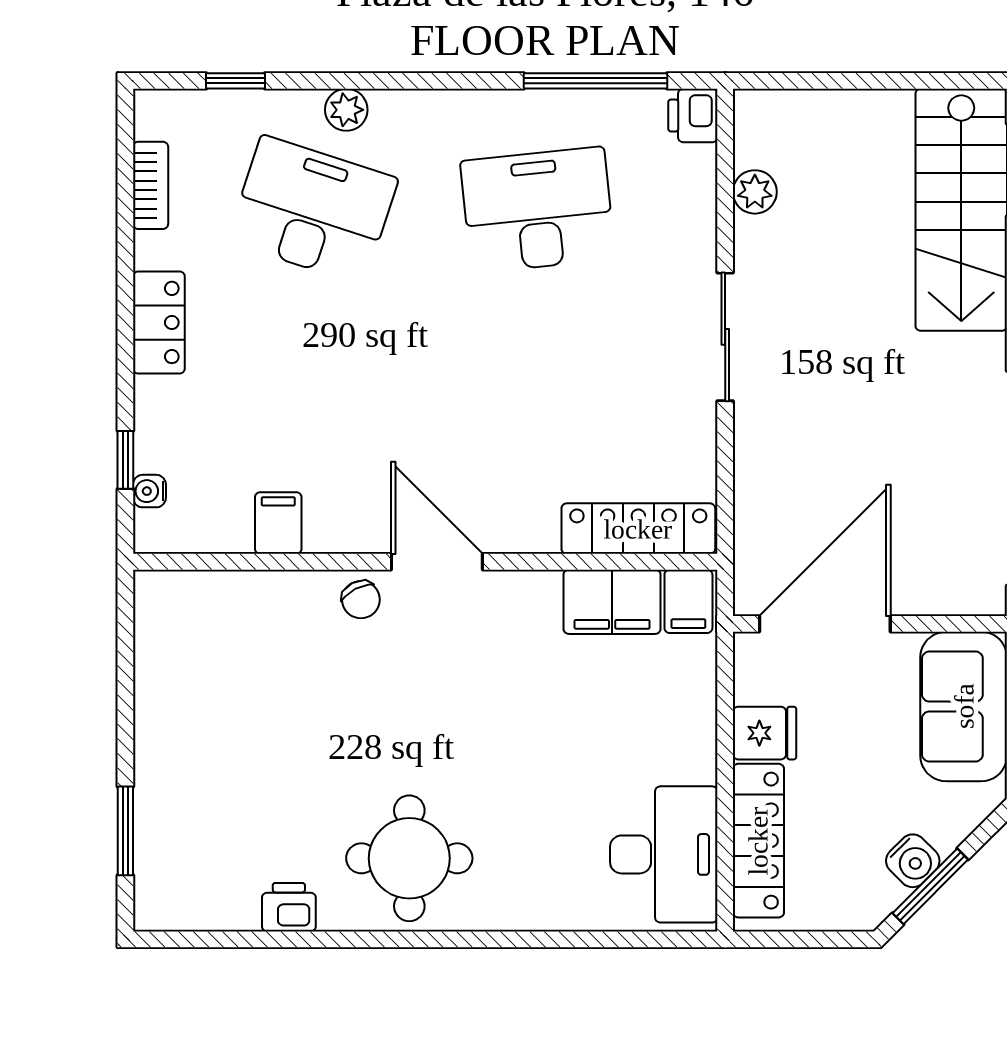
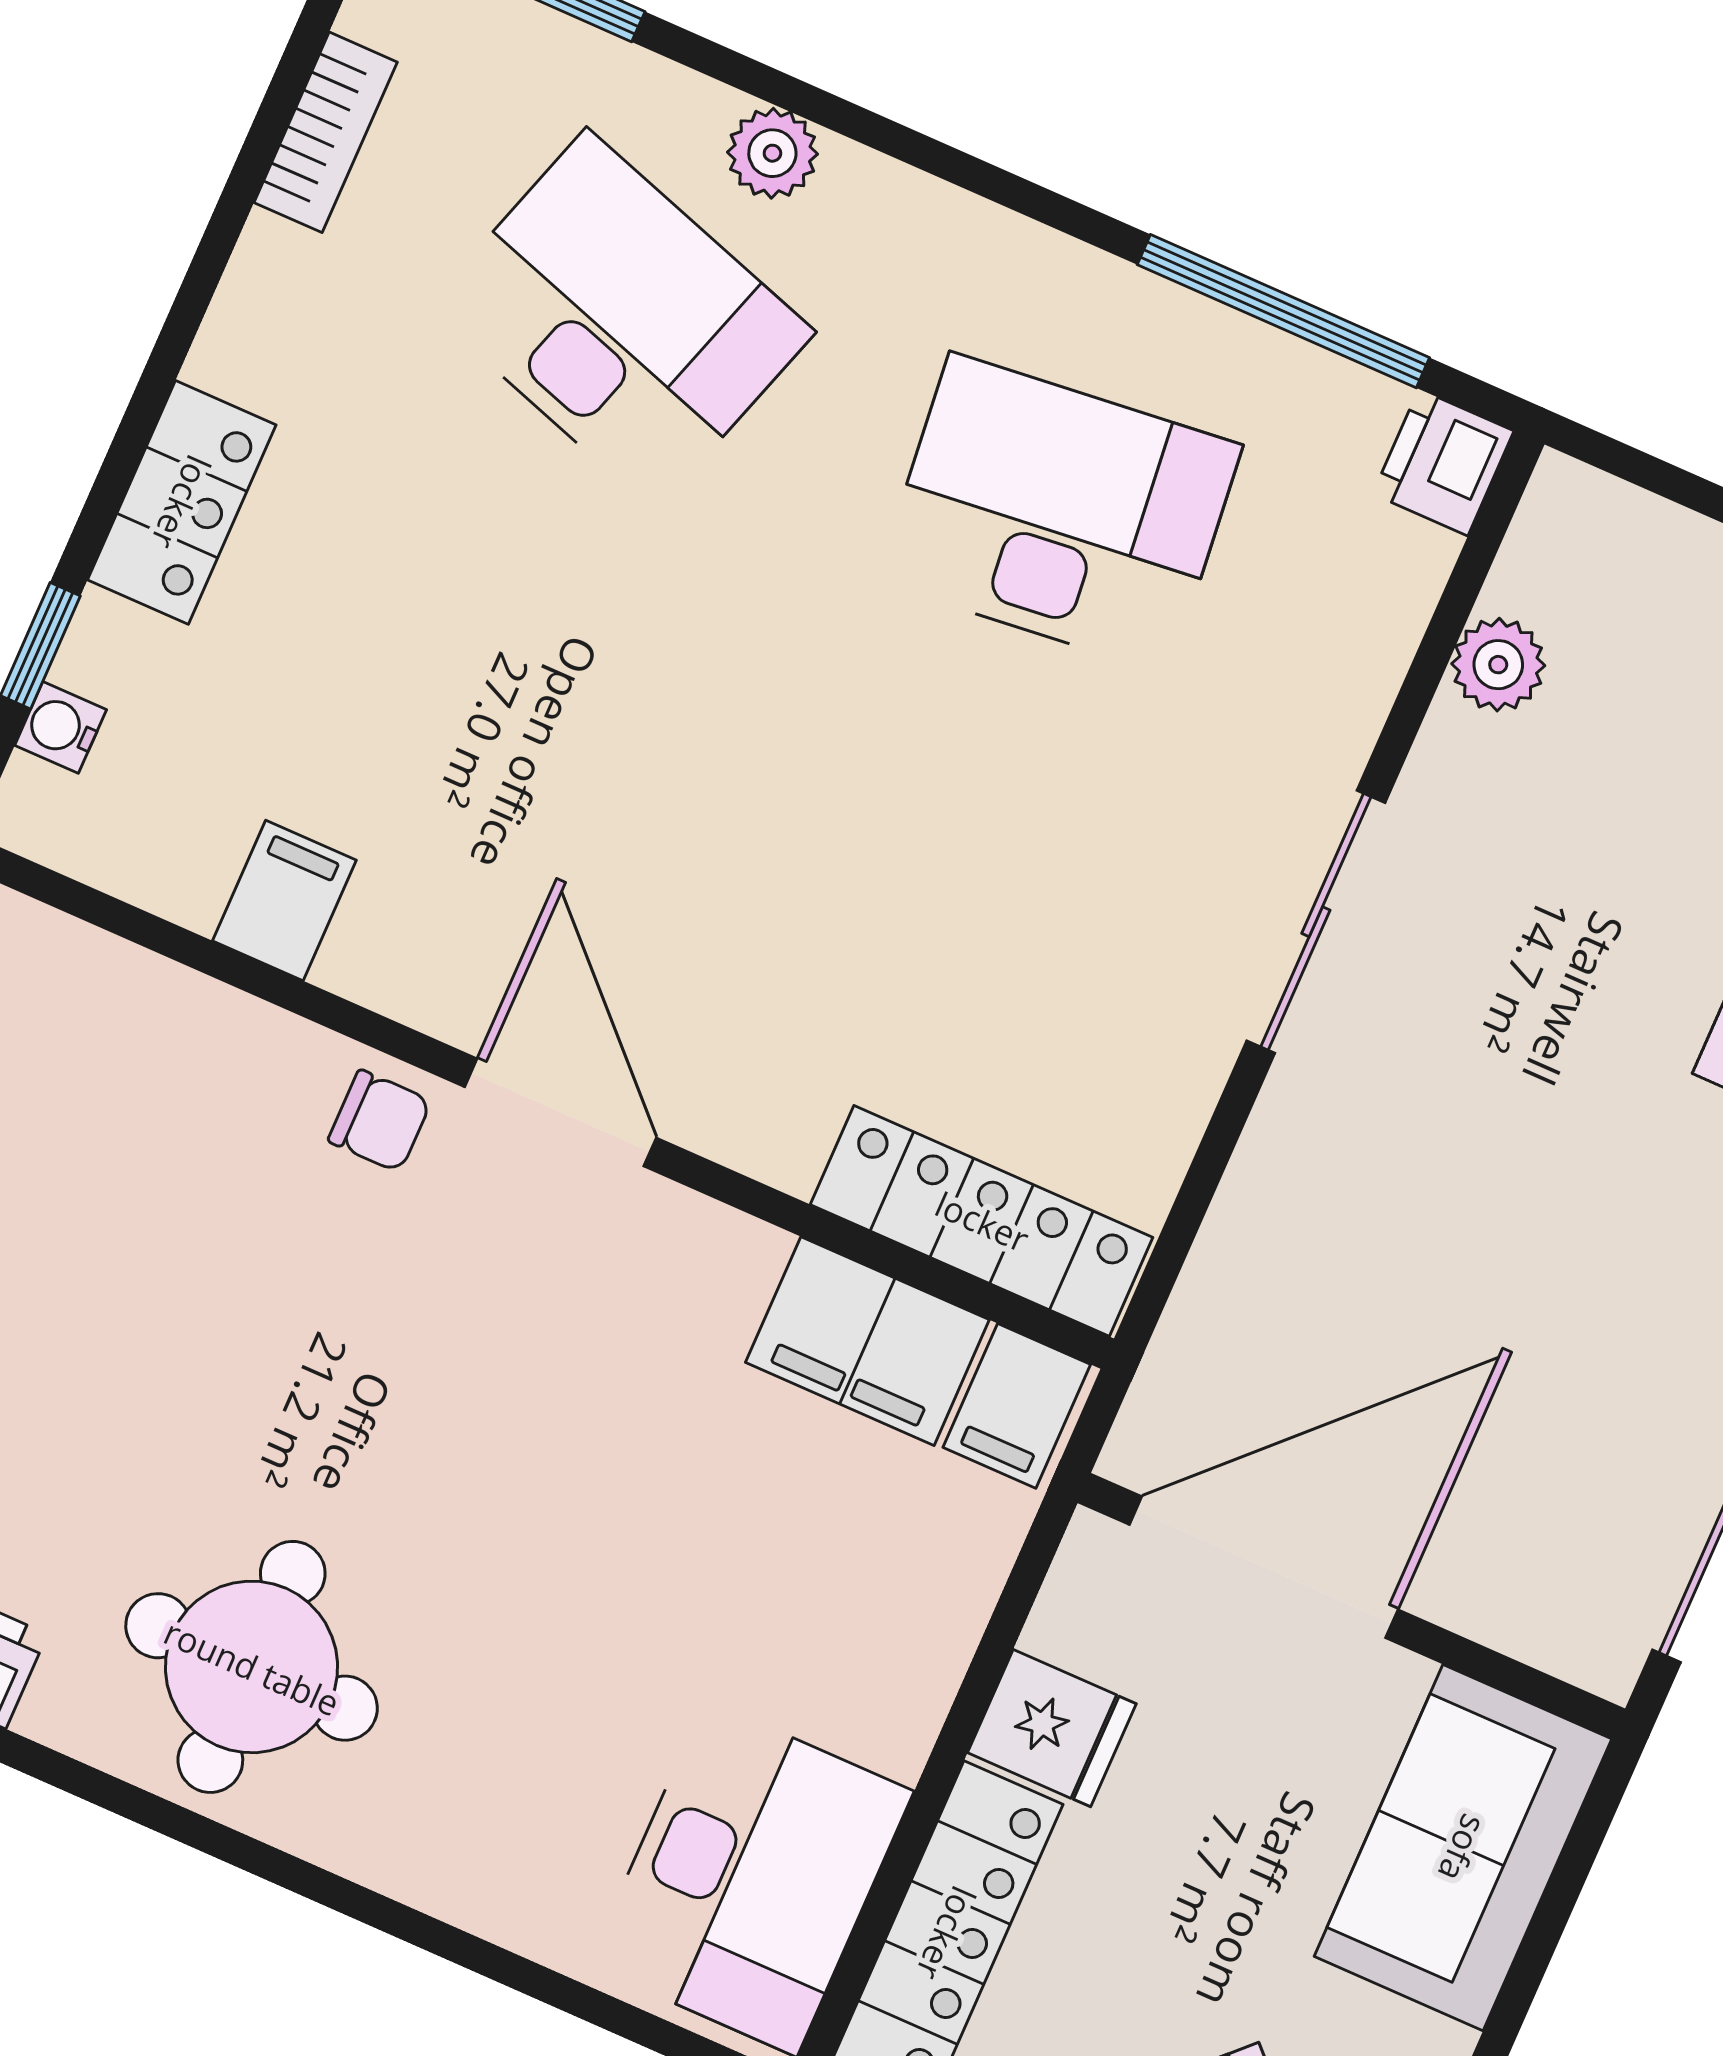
locker: (159, 322) -> (182, 502), moved
chair: (361, 600) -> (380, 1121), turned -63

